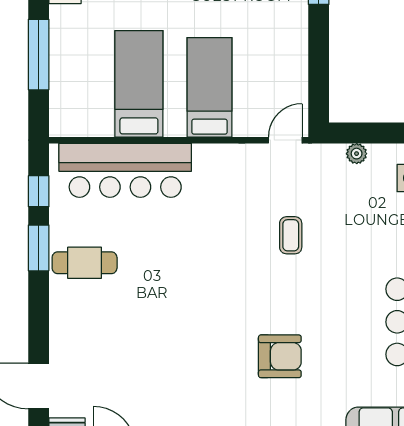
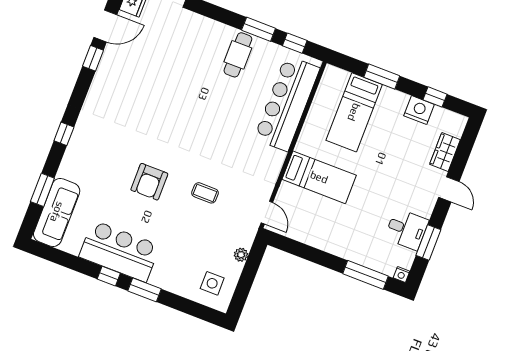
window: (39, 55) -> (382, 77), width x0.69
bed: (139, 84) -> (354, 112), moved, turned 90
armchair: (280, 356) -> (149, 182), moved

